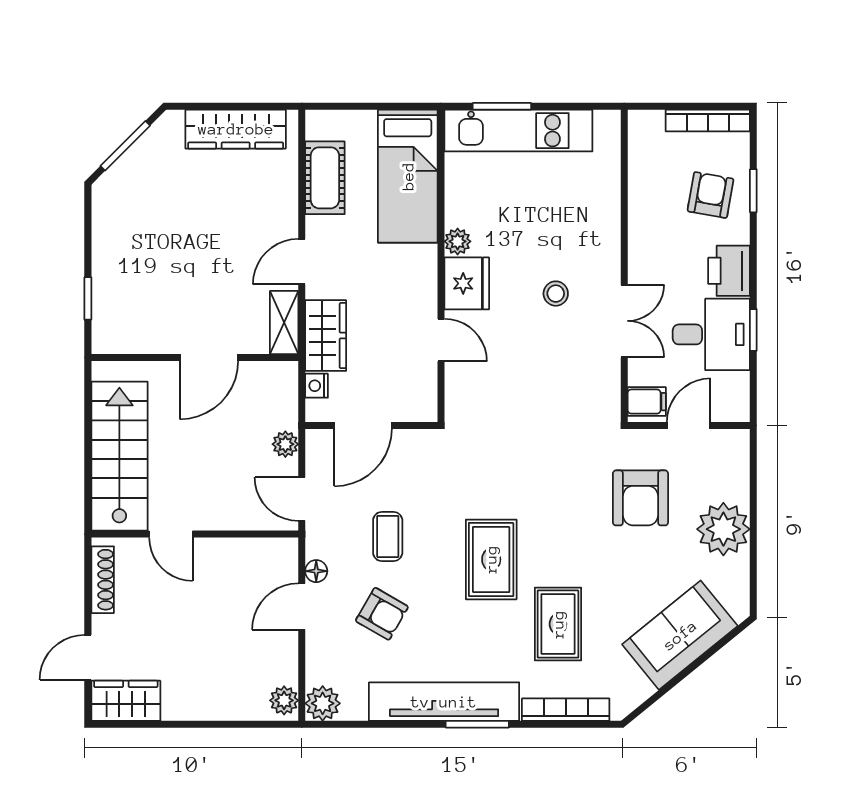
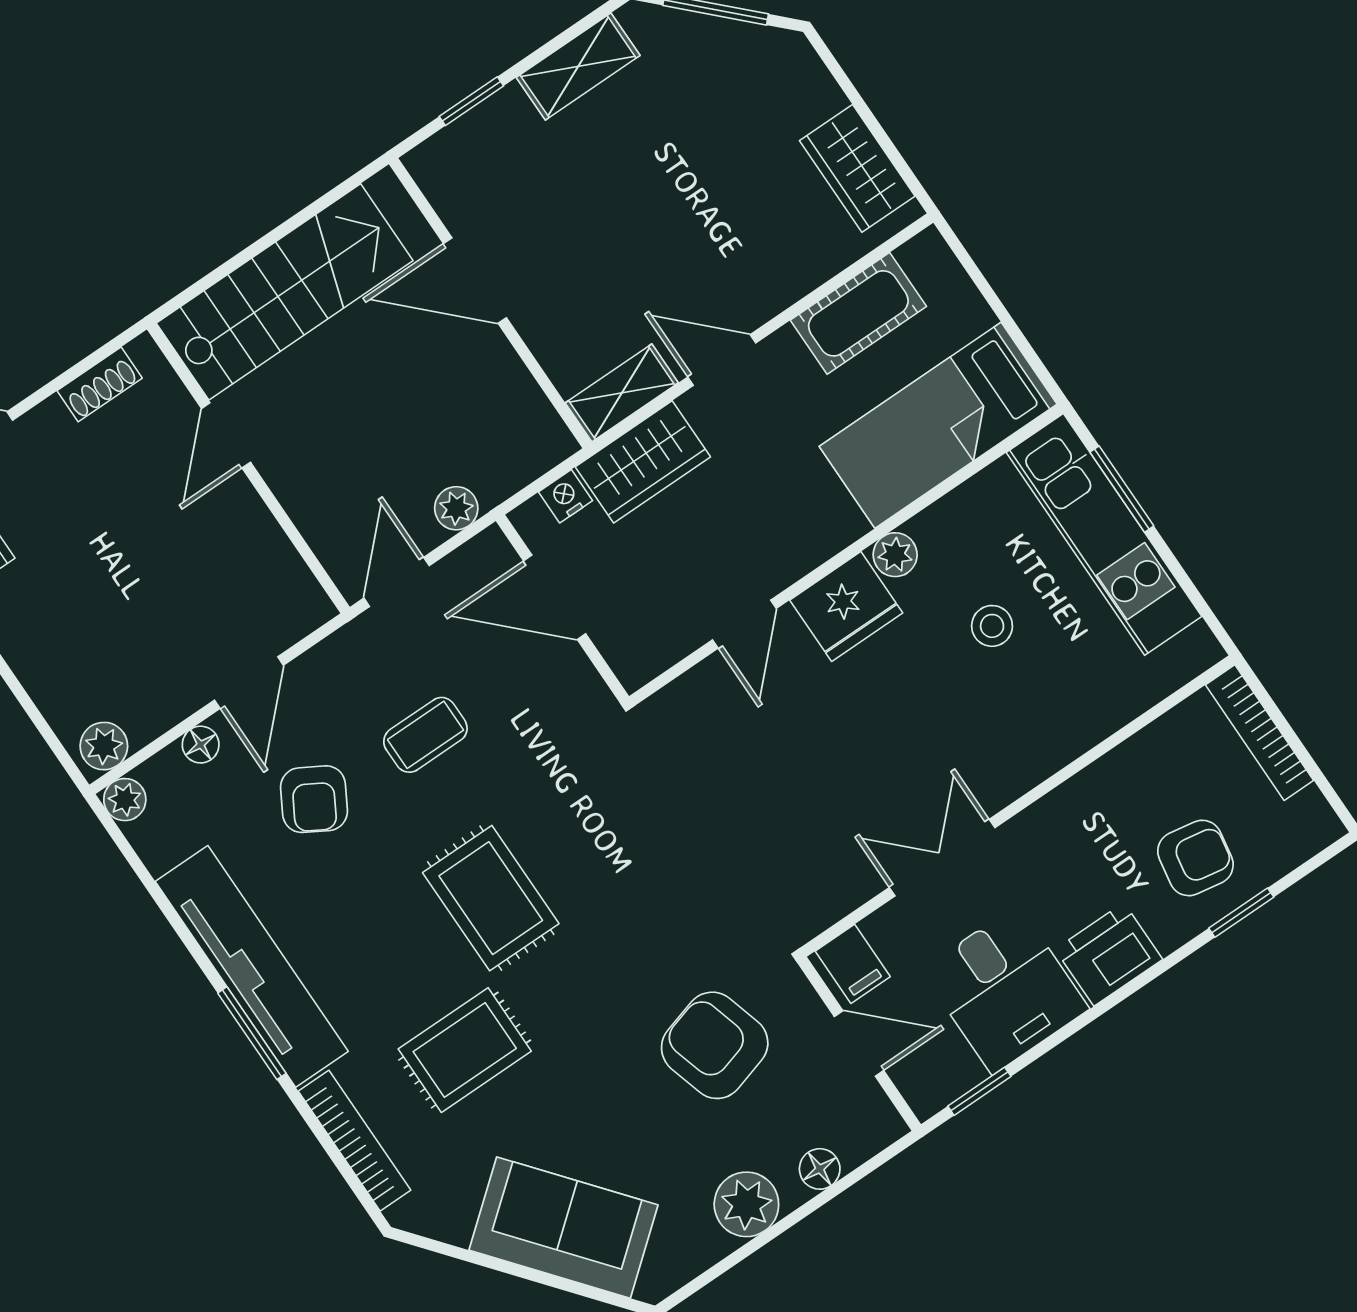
bookcase: (708, 121) -> (1260, 733), moved
wardrobe: (236, 129) -> (857, 168), width x0.67
shelving: (107, 234) -> (578, 66), added
stool: (556, 294) -> (992, 626), moved
double door: (624, 321) -> (942, 858), swing flipped
window: (753, 330) -> (979, 1091), moved
door: (209, 358) -> (475, 280), moved
floor lamp: (738, 488) -> (820, 1169), added
armchair: (640, 498) -> (715, 1045), turned 74
plant: (723, 529) -> (746, 1204), width x0.73, depth x0.73
rug: (491, 559) -> (491, 898), turned 90
floor lamp: (316, 571) -> (201, 745), moved
shoe rack: (103, 580) -> (100, 384), width x0.70
door: (302, 607) -> (249, 683), swing flipped
plant: (323, 703) -> (125, 800), width x0.73, depth x0.73

